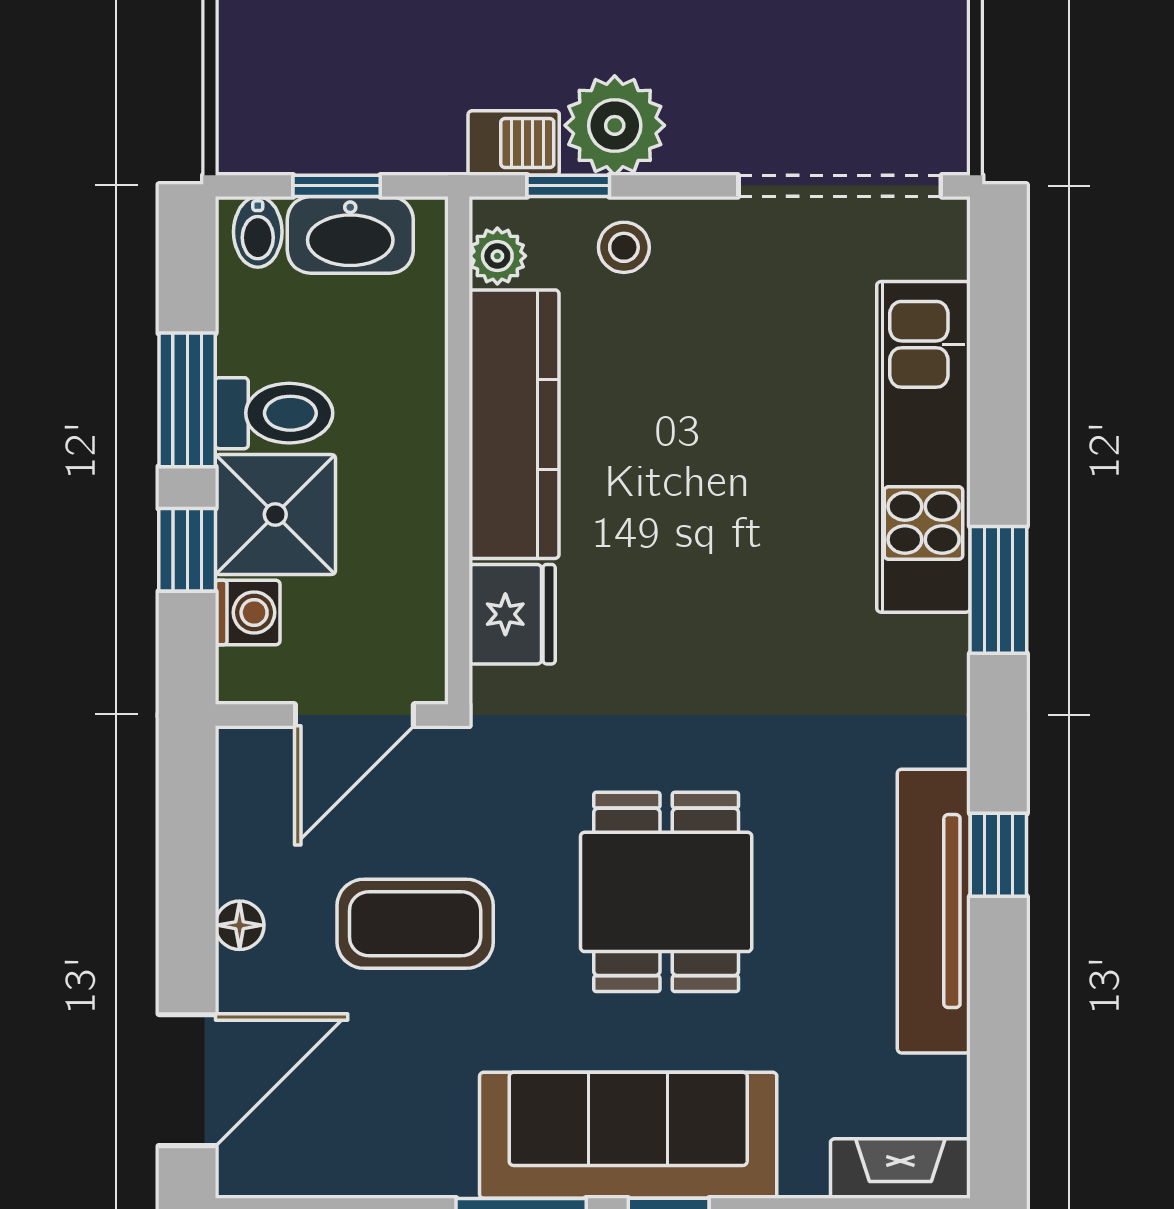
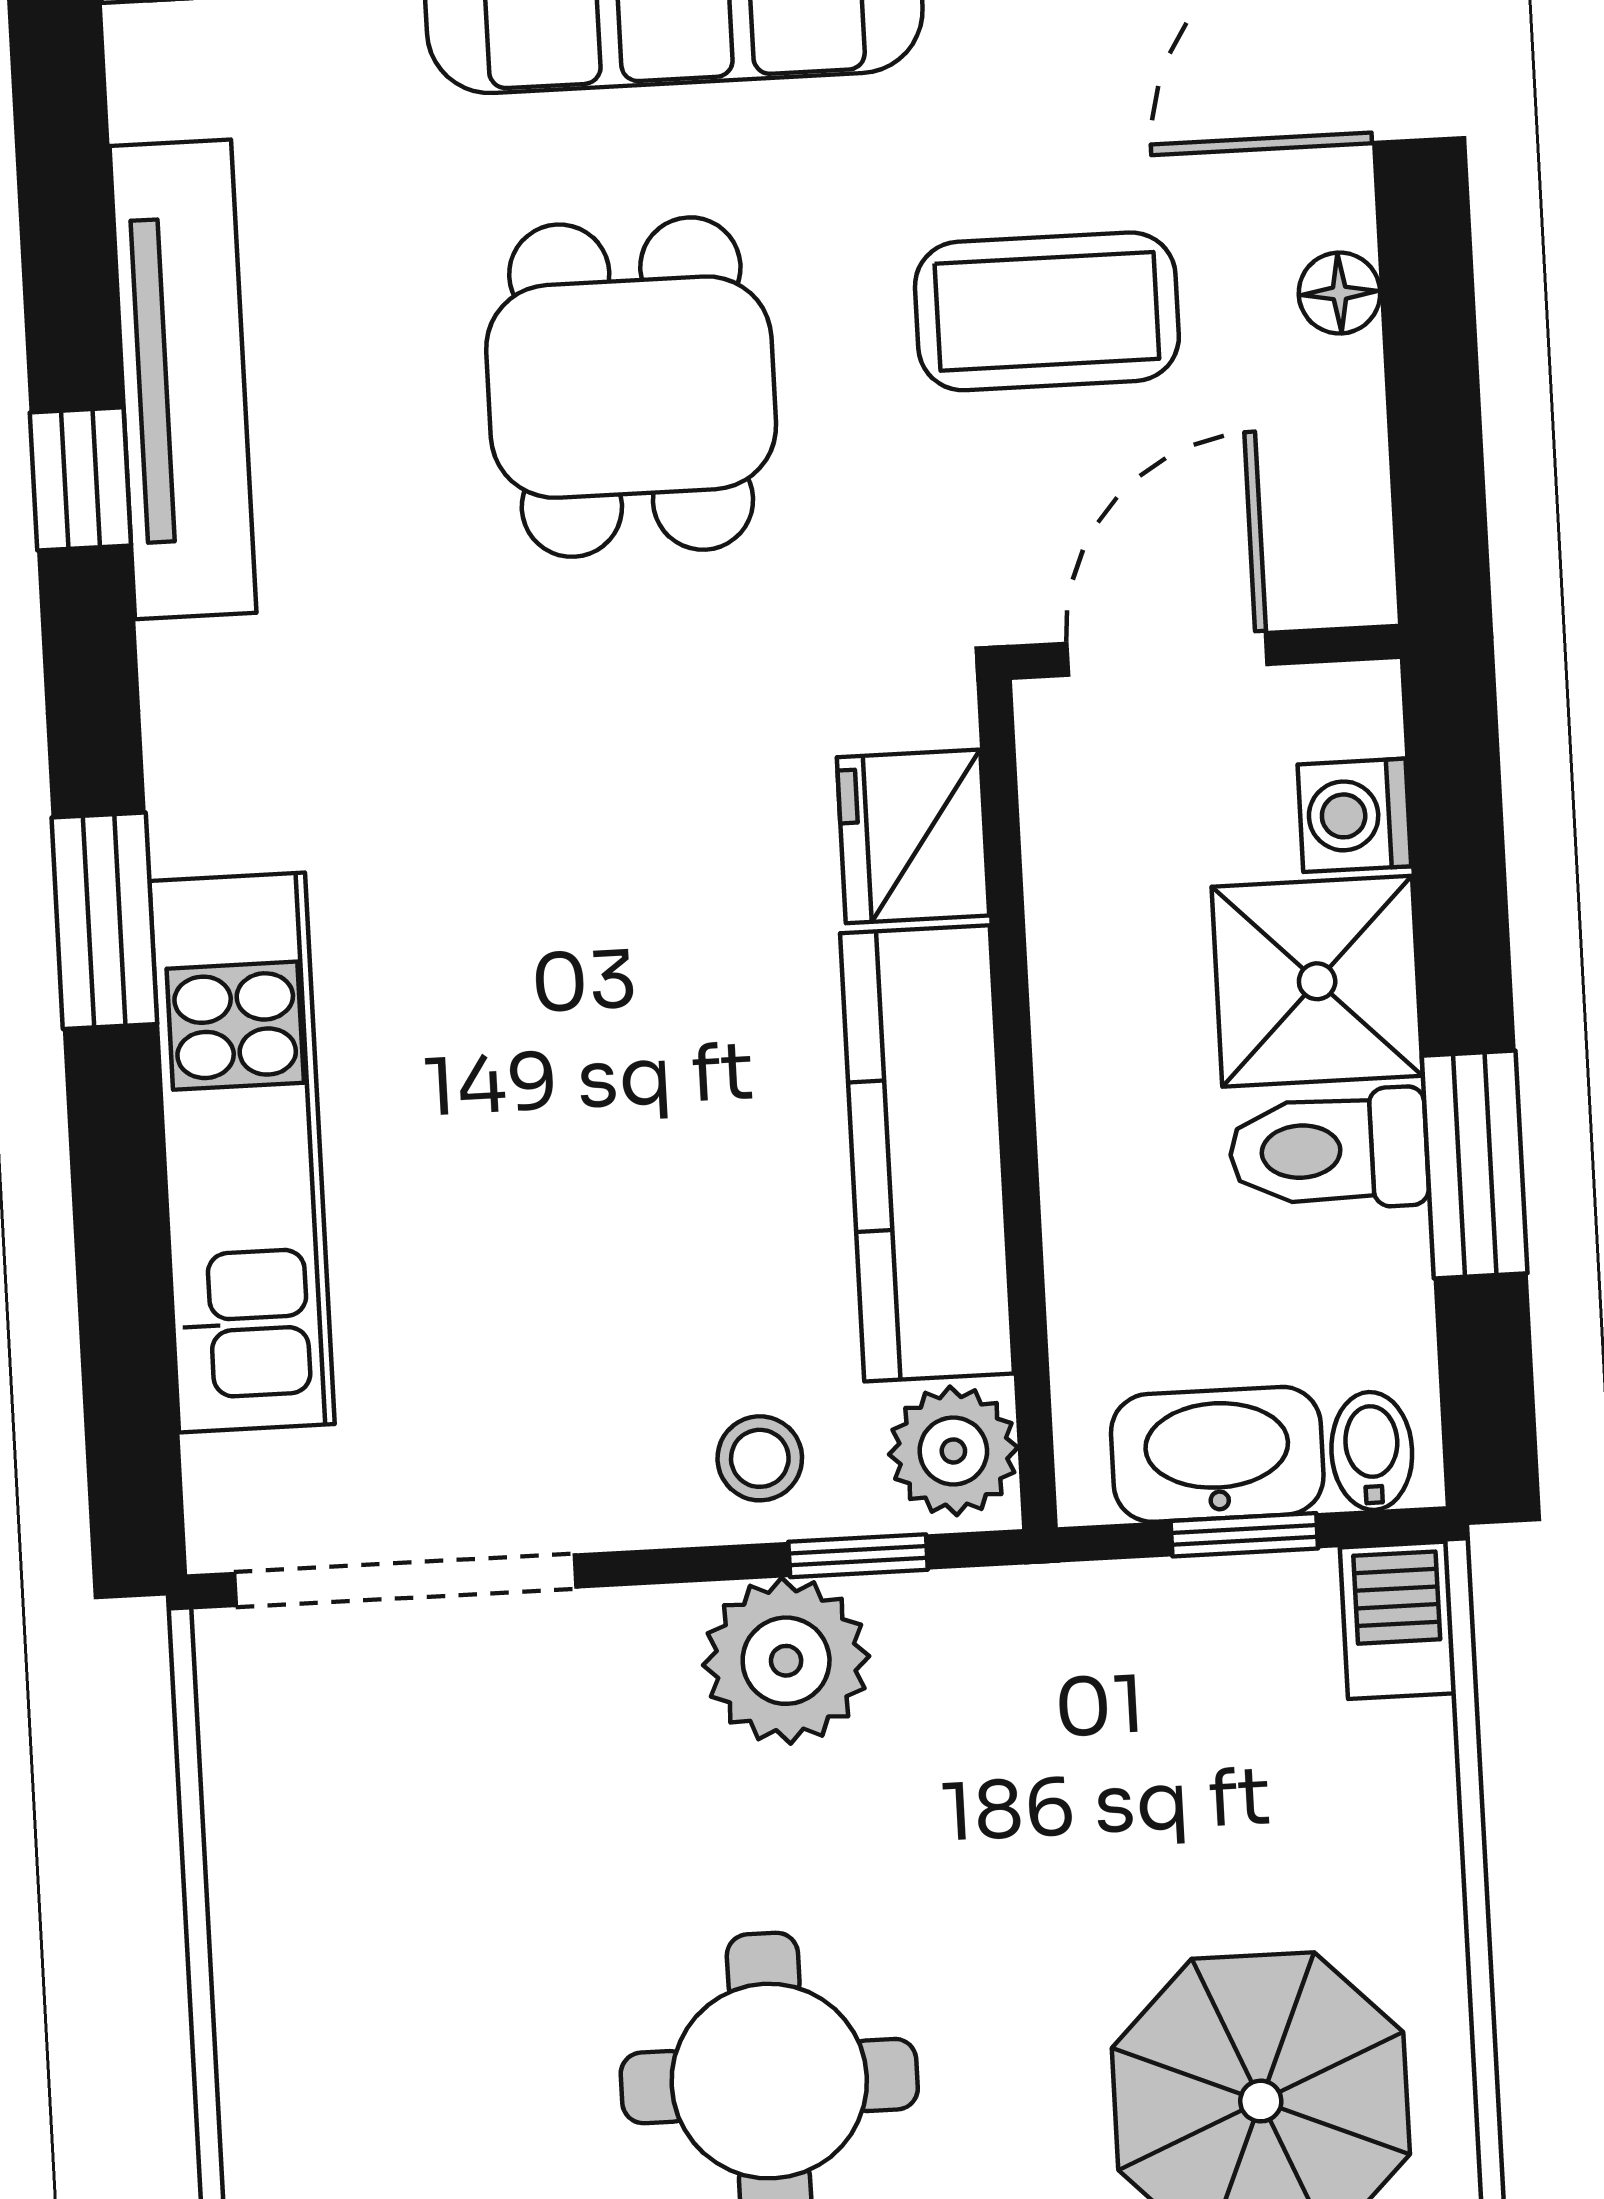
barbecue: (514, 143) -> (1398, 1620), moved, turned 90
plant: (497, 256) -> (953, 1451), width x1.38, depth x1.38
window: (187, 550) -> (1461, 914), removed

